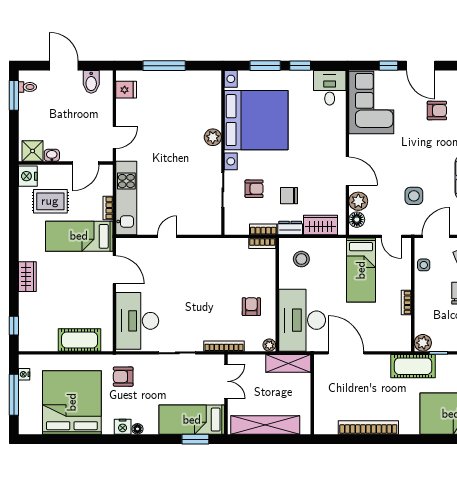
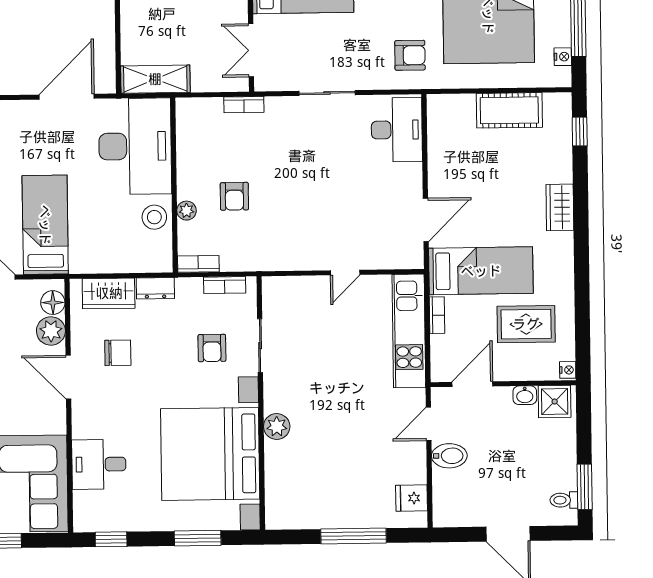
window: (300, 66) -> (111, 539), moved
bidet: (91, 82) -> (449, 456), moved, turned 90
desk: (330, 88) -> (99, 464), moved, turned 90
nightstand: (28, 176) -> (568, 370), width x0.53, depth x0.56
armchair: (254, 189) -> (212, 348), turned -90
chair: (289, 196) -> (118, 353), moved
bookcase: (263, 229) -> (225, 285), moved
stool: (301, 259) -> (154, 217), moved
door: (114, 270) -> (426, 220), swing flipped
armchair: (251, 307) -> (234, 196), moved
desk: (137, 321) -> (397, 130), width x0.73, depth x0.77
cot: (80, 340) -> (509, 110), moved
plant: (269, 345) -> (186, 211), moved
bookcase: (224, 346) -> (244, 105), width x0.64
door: (346, 353) -> (67, 97), swing flipped

